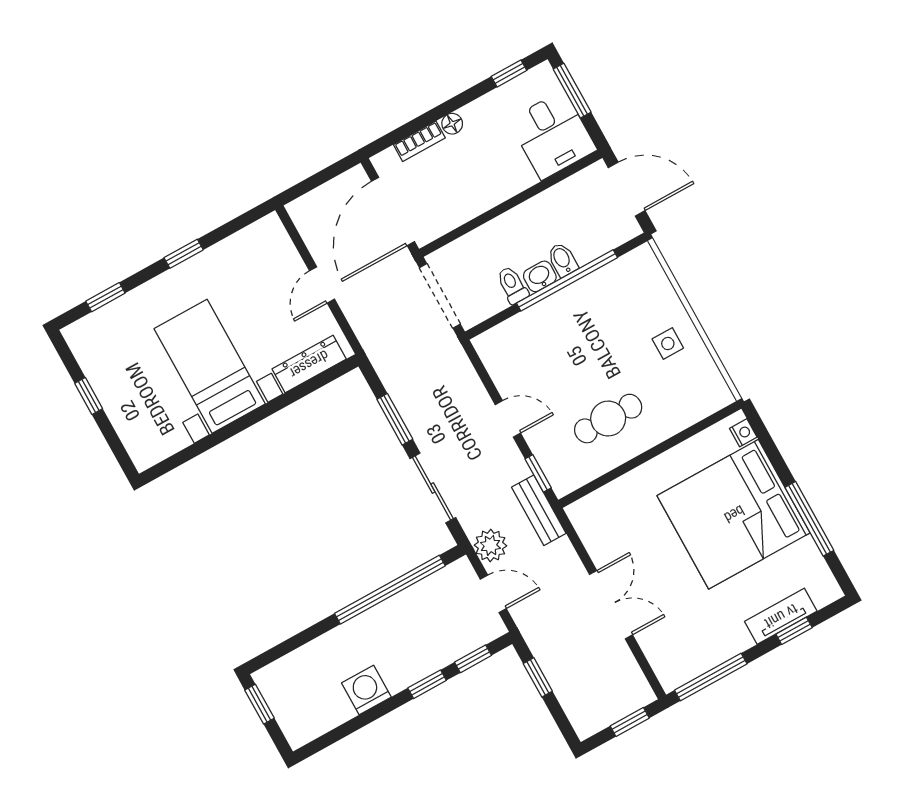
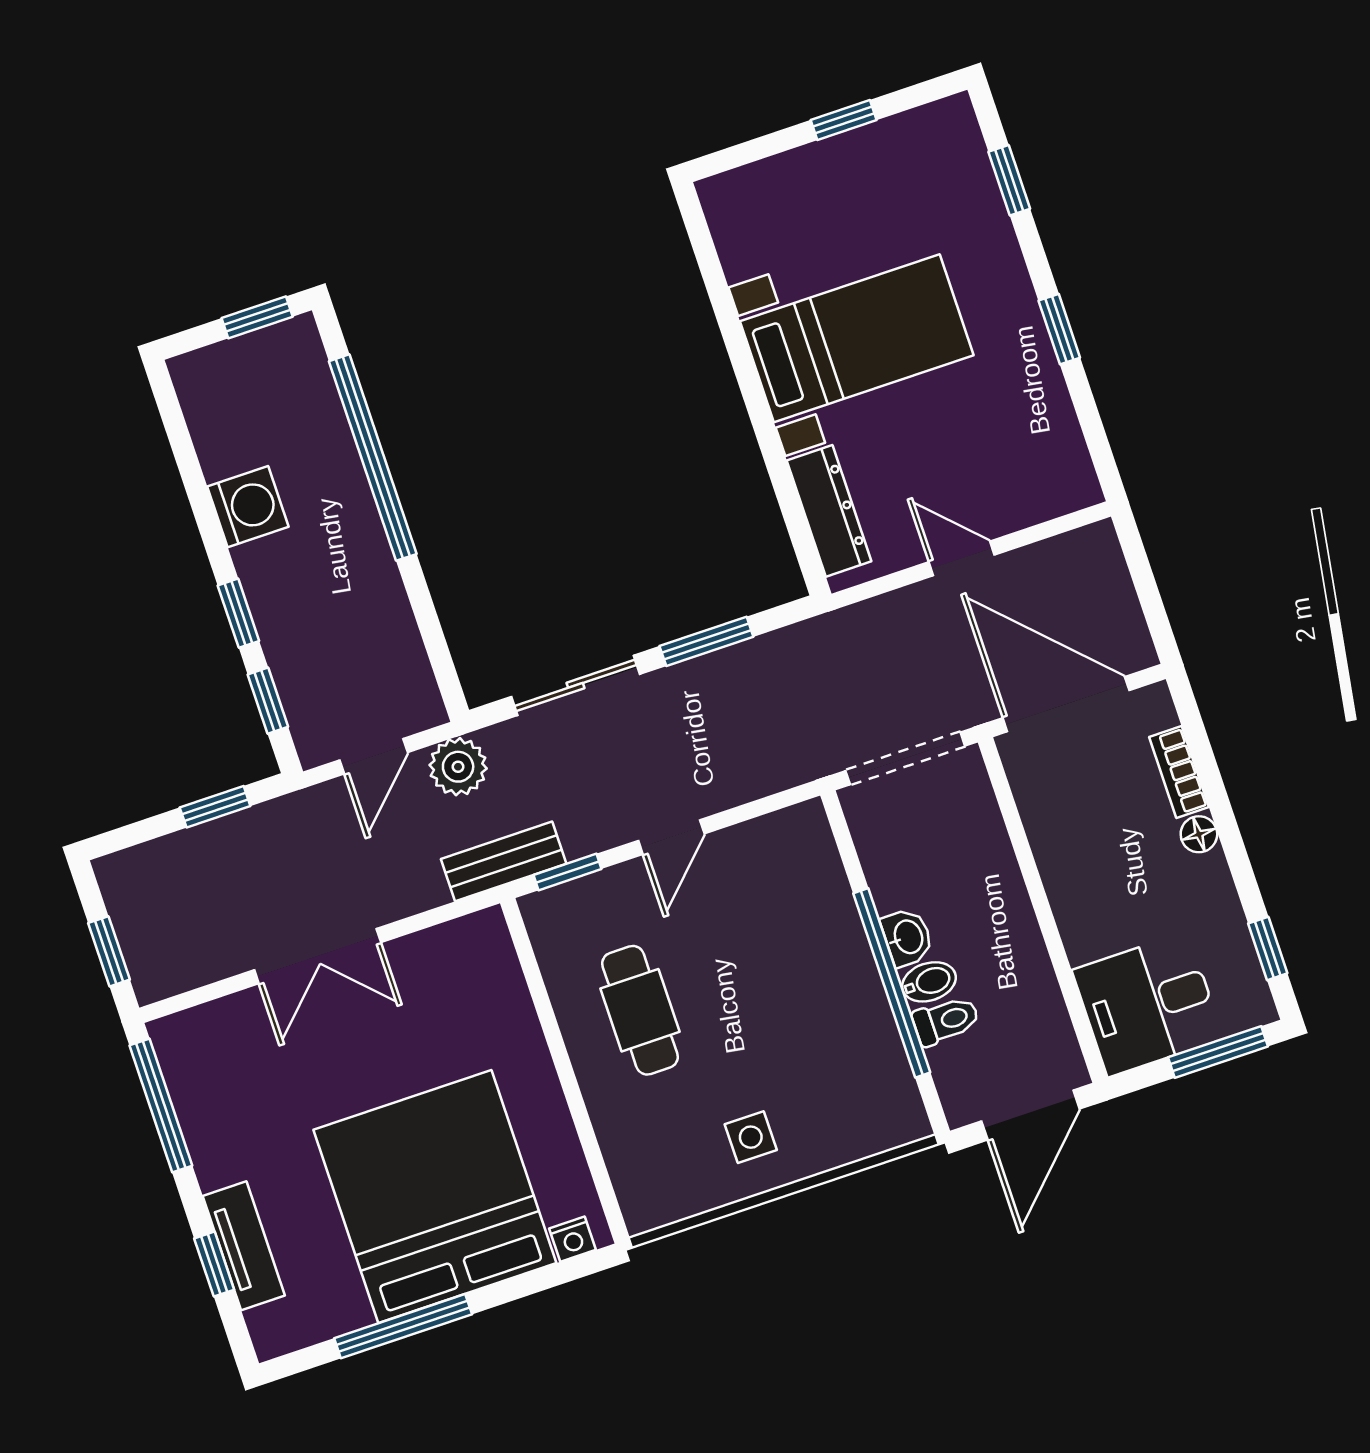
toilet: (512, 285) -> (946, 1021), moved
window: (390, 590) -> (373, 458), moved

